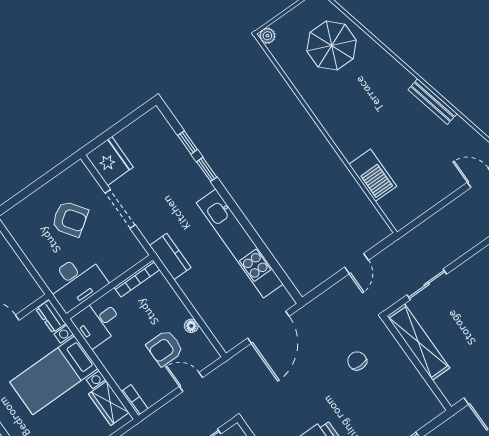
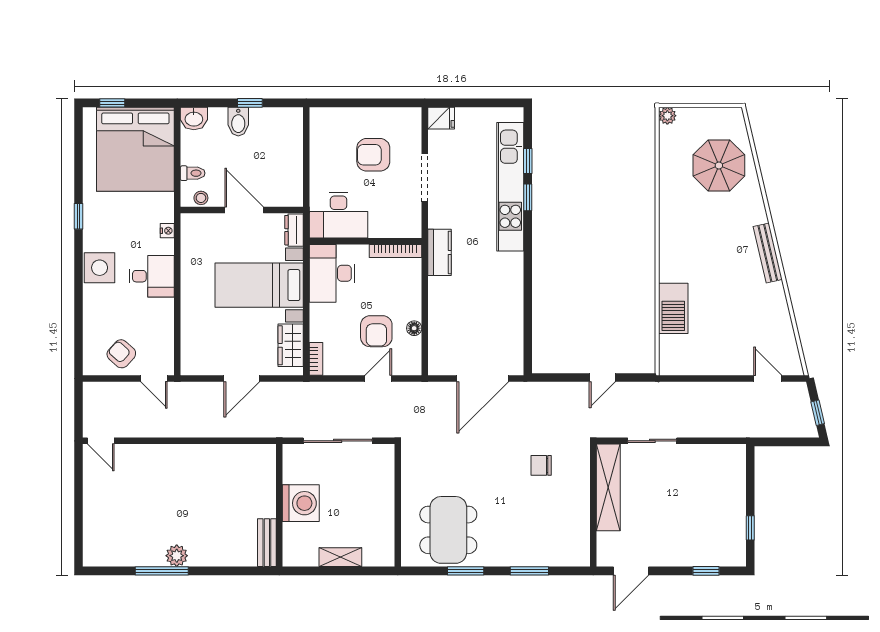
bench: (433, 102) -> (768, 253), moved
fridge: (109, 161) -> (441, 118), width x0.53, depth x0.75
armchair: (70, 219) -> (373, 155), turned 125
kitchen unit: (240, 243) -> (510, 187), moved
desk: (98, 322) -> (332, 273), width x1.37
armchair: (165, 348) -> (376, 331), turned -90
chair: (357, 361) -> (541, 465), turned -90
door: (191, 382) -> (378, 378), hinge flipped

